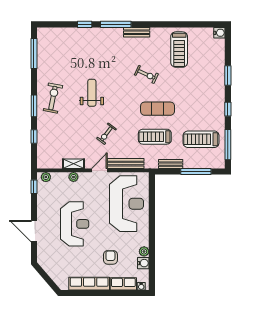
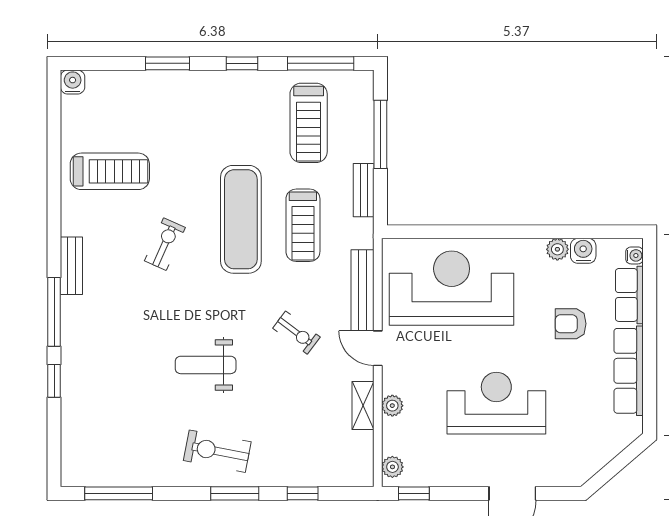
exercise mat: (158, 109) -> (241, 219), width x1.36, depth x1.45

